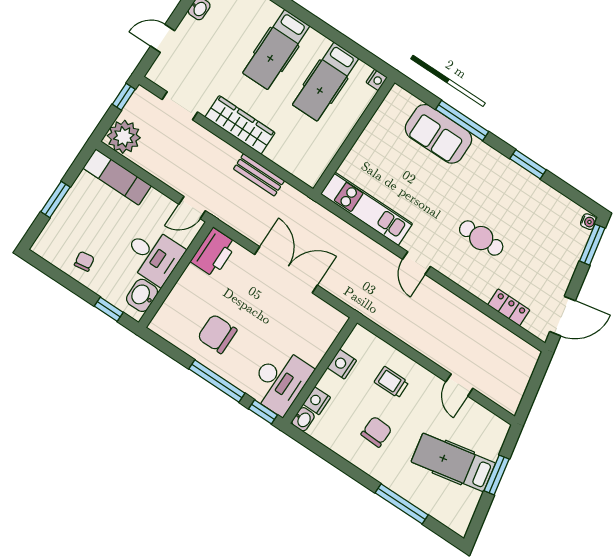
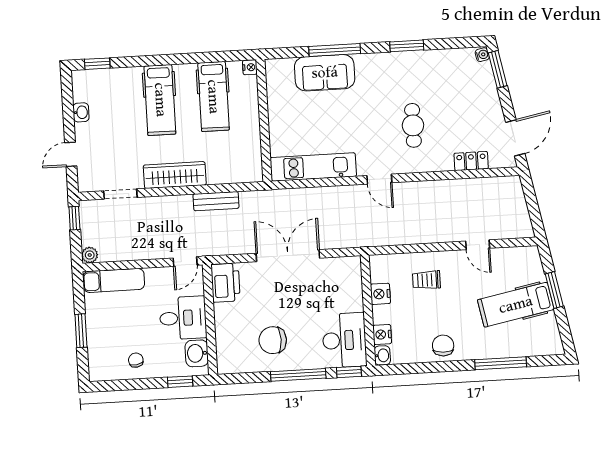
plant: (124, 137) -> (90, 255), width x0.53, depth x0.53
cafe table: (481, 238) -> (413, 125), turned 90
chair: (376, 432) -> (443, 345), moved

